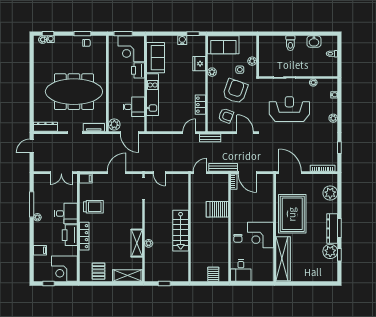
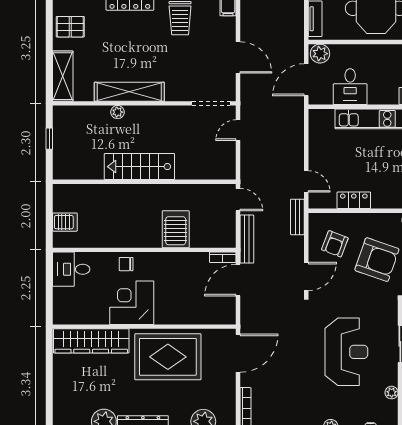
shelving: (137, 243) -> (129, 92), width x1.47

